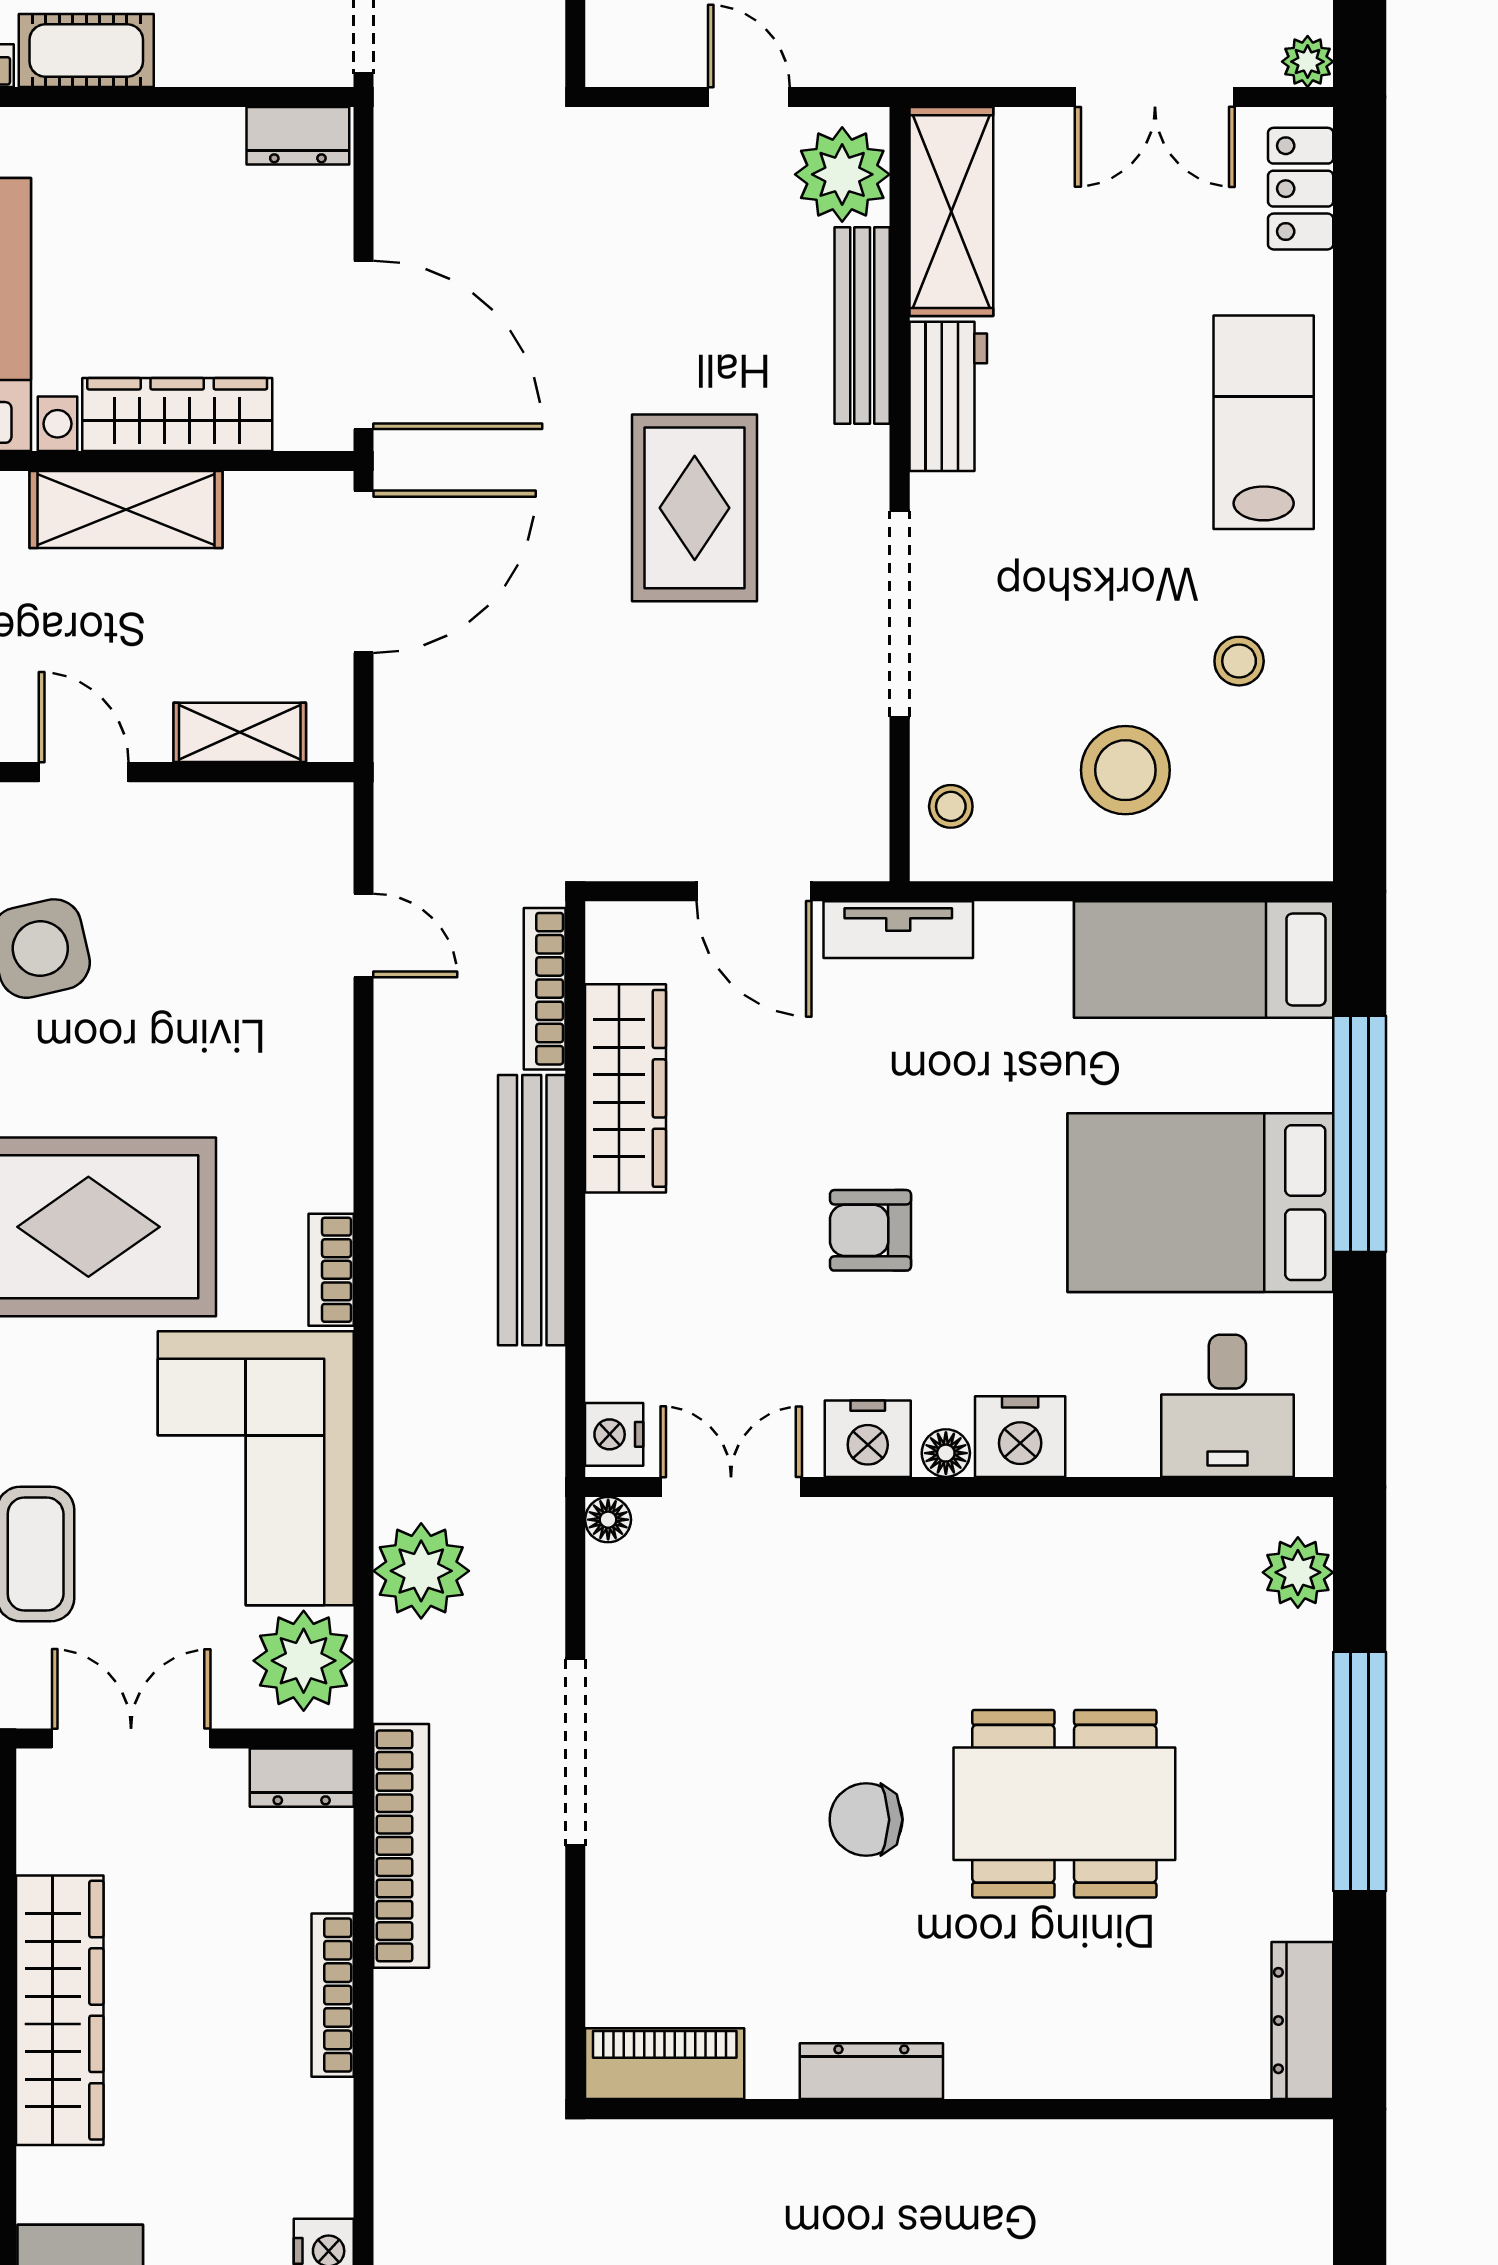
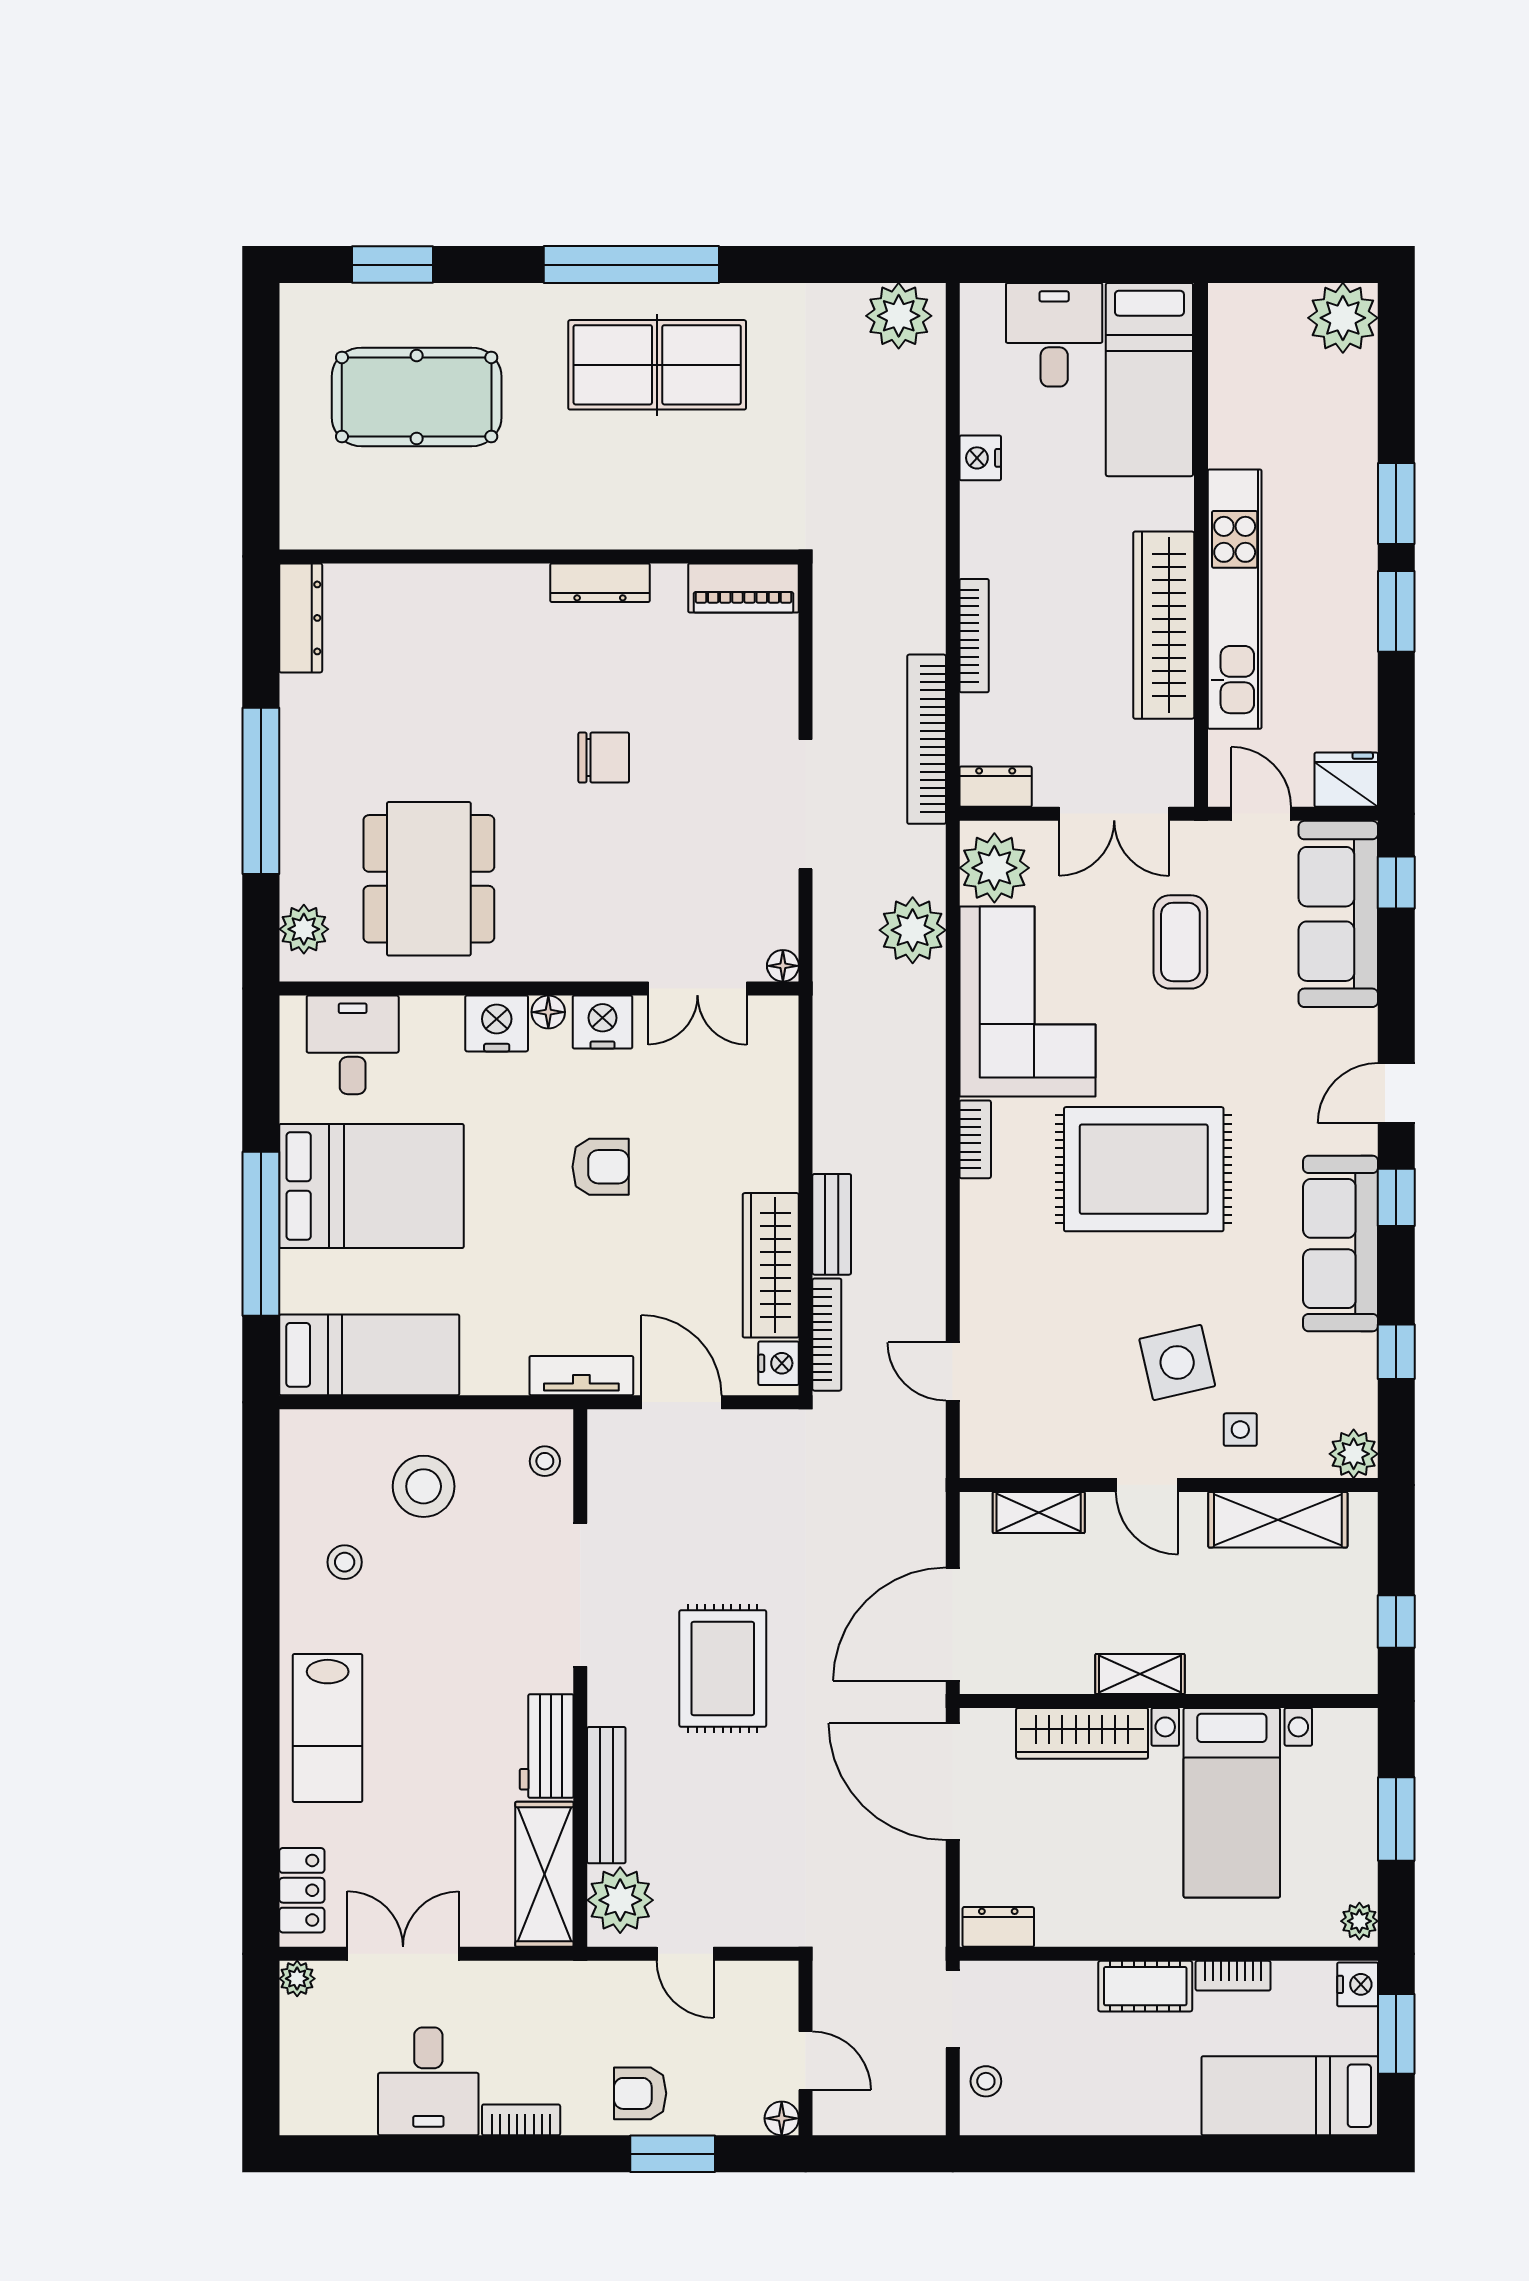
shelving: (126, 510) -> (1140, 1674), width x0.67, depth x0.75
bench: (532, 1210) -> (832, 1224), width x0.54, depth x0.82
nightstand: (614, 1434) -> (779, 1363), moved
dining table: (1064, 1804) -> (429, 879), moved, turned 90

